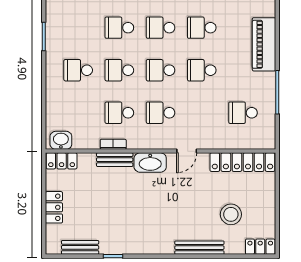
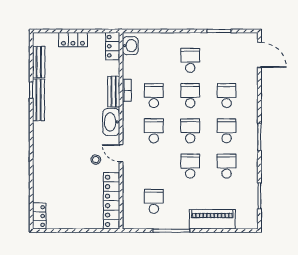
stool: (231, 214) -> (96, 160), moved, width x0.53, depth x0.53
bench: (199, 248) -> (38, 100), moved

